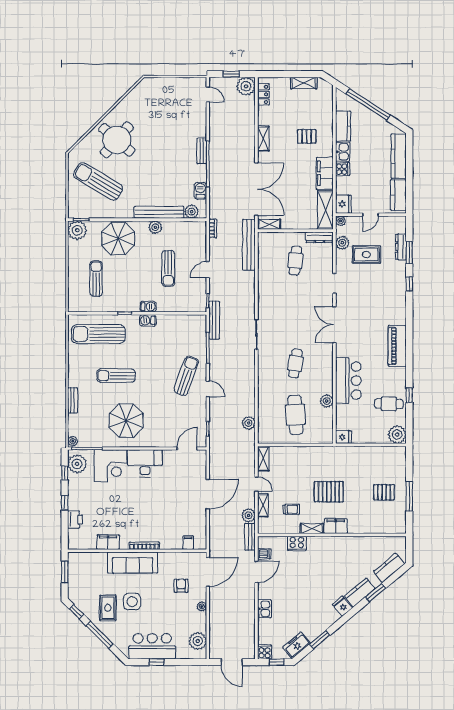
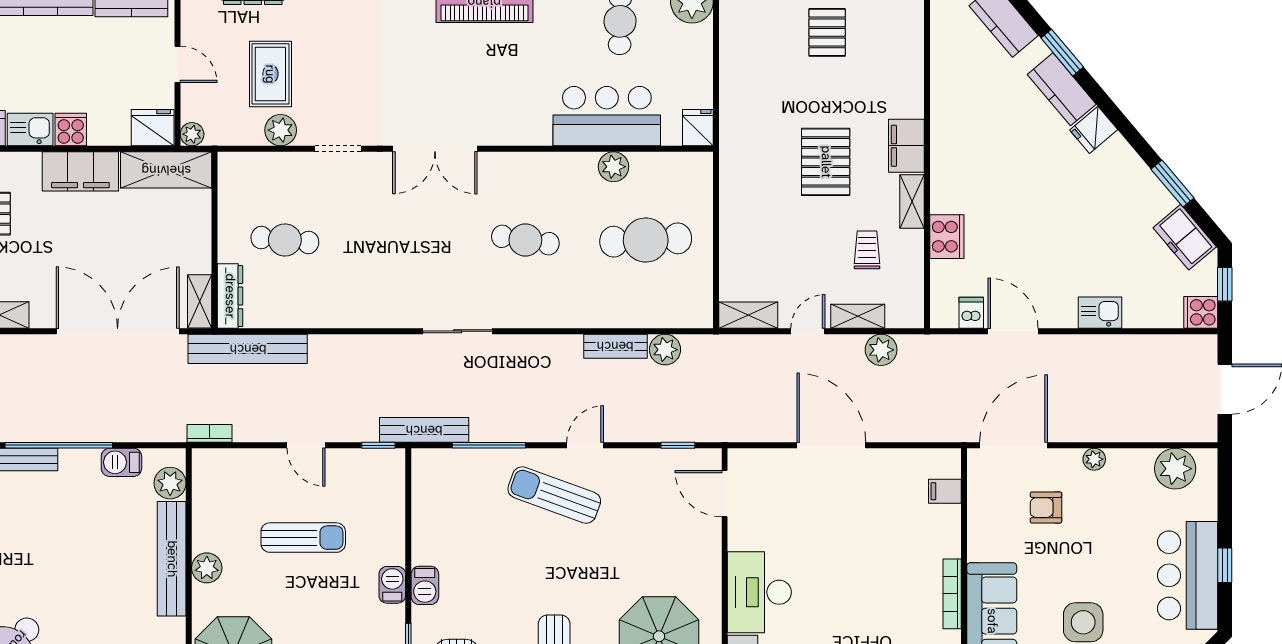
dresser: (319, 237) -> (230, 296), moved
plant: (342, 243) -> (281, 130), moved
bar counter: (348, 381) -> (607, 116), moved
bench: (250, 537) -> (615, 346), moved
door: (208, 572) -> (1014, 445), hinge flipped

